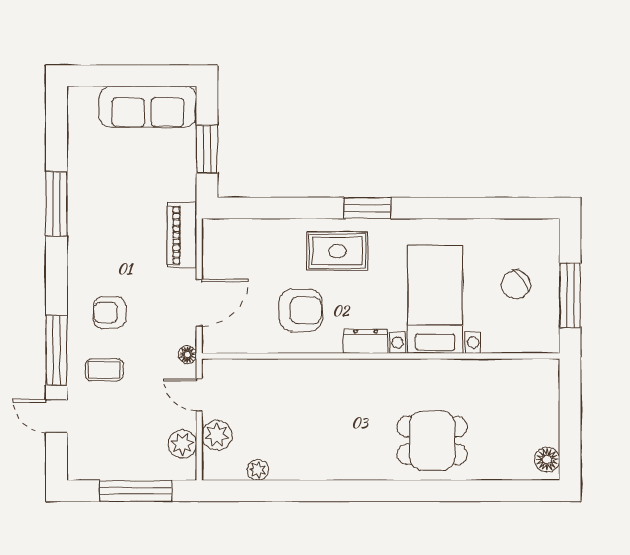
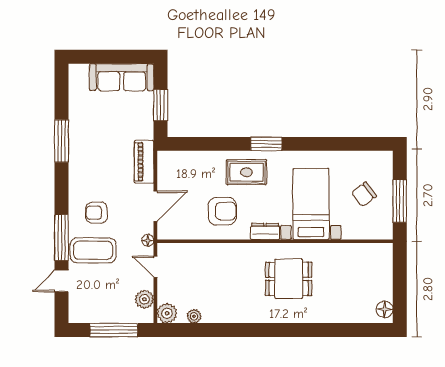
coffee table: (104, 370) -> (93, 250), width x1.86, depth x1.72
door: (56, 416) -> (61, 281), hinge flipped
plant: (217, 435) -> (167, 313), moved
dining table: (432, 441) -> (289, 279), moved

